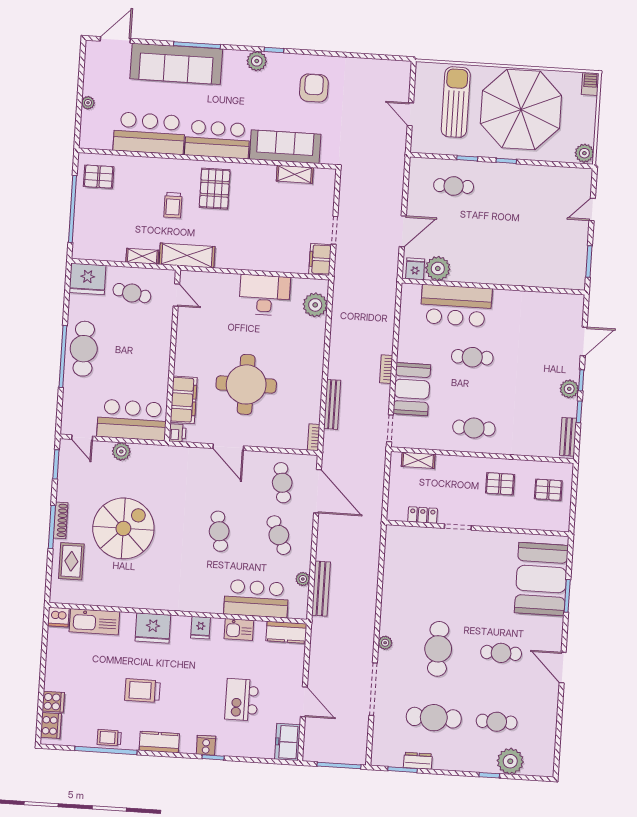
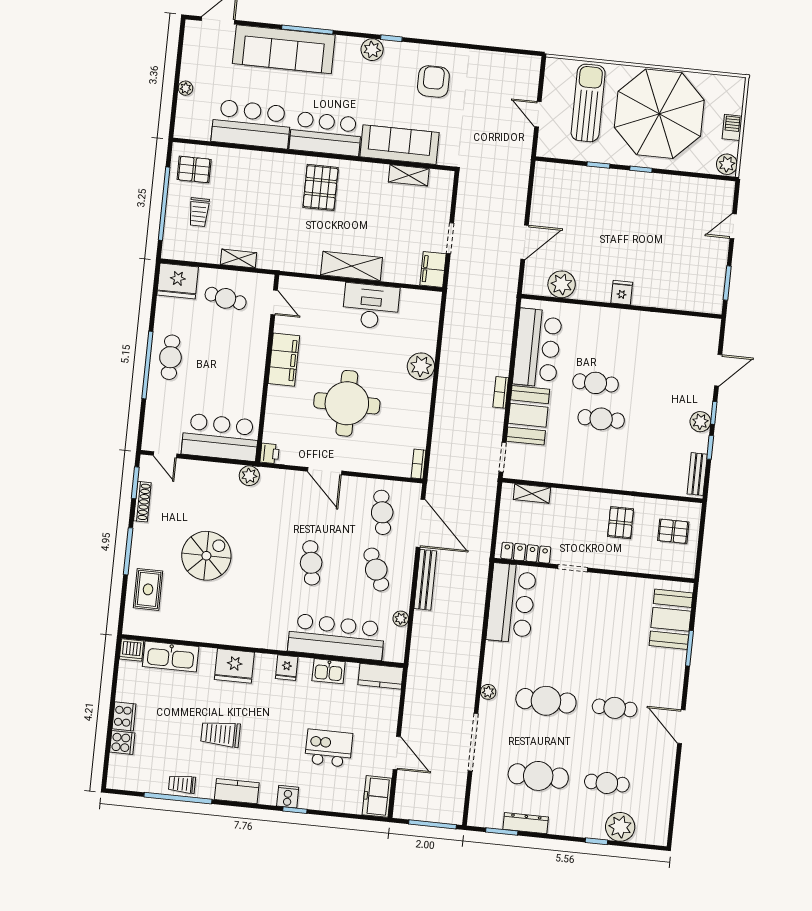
barbecue: (590, 84) -> (732, 127), moved
cafe table: (454, 186) -> (582, 195), removed
trolley: (173, 205) -> (199, 212), moved
shelving: (187, 255) -> (352, 266), moved
fridge: (415, 269) -> (622, 293), moved
plant: (315, 305) -> (421, 366), moved
bar counter: (456, 306) -> (537, 348), moved, turned -90
cafe table: (84, 349) -> (170, 357), width x0.73, depth x0.74
filing cabinet: (184, 400) -> (284, 360), moved
bench: (332, 404) -> (440, 429), removed
cafe table: (474, 428) -> (601, 419), moved
plant: (121, 451) -> (249, 476), moved
pallet: (500, 484) -> (621, 523), turned 90
locker: (423, 515) -> (526, 553), width x1.53
shoe rack: (61, 520) -> (142, 502), moved
spiral stairs: (123, 528) -> (206, 556), width x0.73, depth x0.73
bar counter: (403, 561) -> (511, 603), added
booth: (541, 579) -> (671, 619), width x0.73, depth x0.70
bench: (321, 589) -> (425, 580), moved
bar counter: (256, 599) -> (336, 637), width x1.36
cafe table: (438, 649) -> (546, 701), turned 90
kitchen island: (242, 700) -> (329, 748), turned 90
cooker: (51, 726) -> (124, 716), moved
dresser: (418, 761) -> (526, 823), width x1.44

